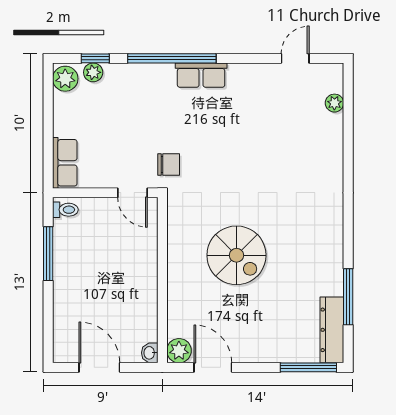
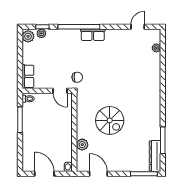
plant: (179, 351) -> (82, 145), moved

